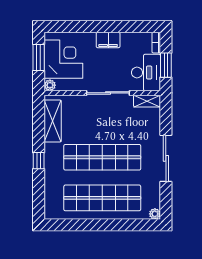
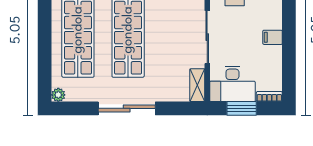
filing cabinet: (108, 40) -> (273, 37), width x0.50

